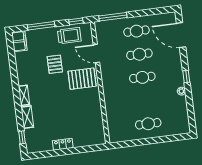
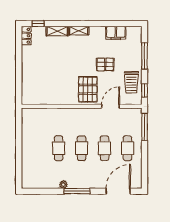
filing cabinet: (19, 41) -> (116, 33), moved
window: (186, 77) -> (77, 191), width x2.17
cafe table: (148, 124) -> (59, 148), moved
locker: (63, 144) -> (26, 36), moved

